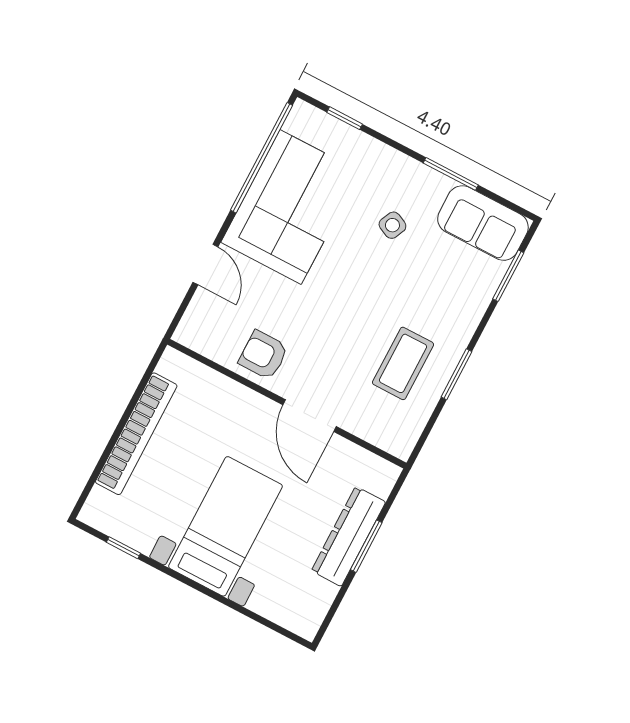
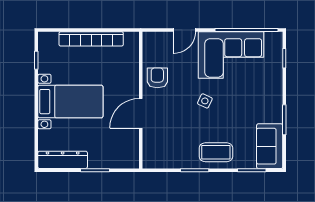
side table: (392, 225) -> (205, 101), moved
coffee table: (403, 363) -> (216, 152), moved
dresser: (348, 536) -> (63, 160), moved

